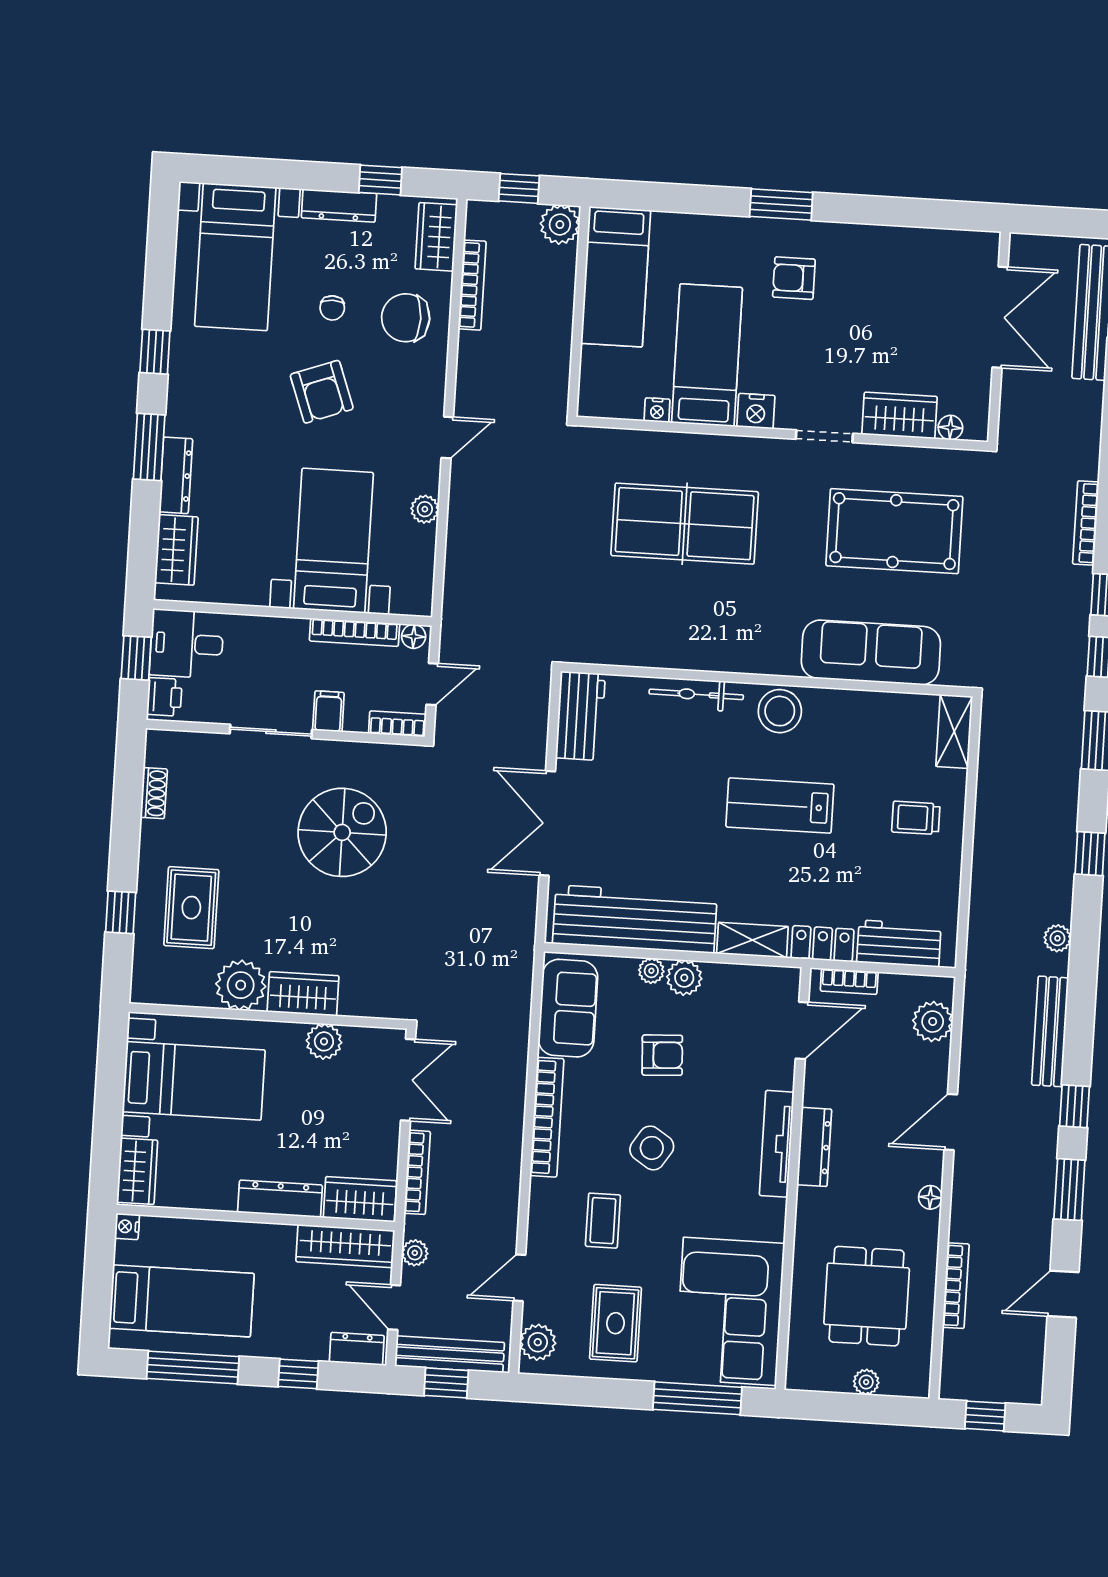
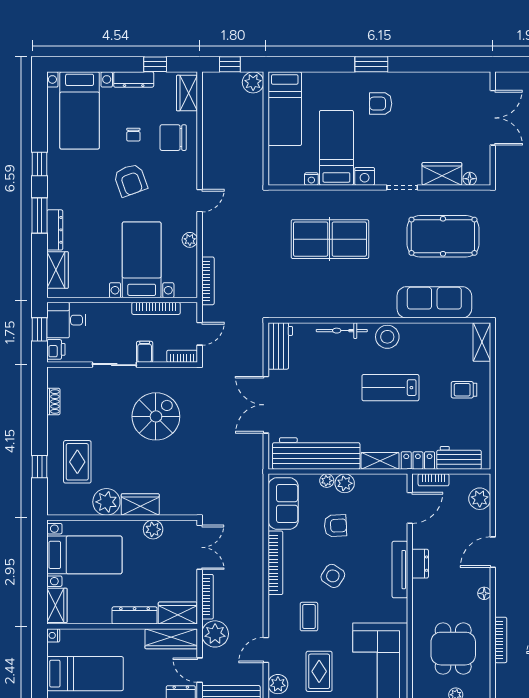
bookcase: (472, 285) -> (208, 281), moved
floor lamp: (414, 636) -> (188, 309), removed
dresser: (814, 1147) -> (420, 564), width x0.70
plant: (415, 1253) -> (215, 634), width x1.88, depth x1.88

